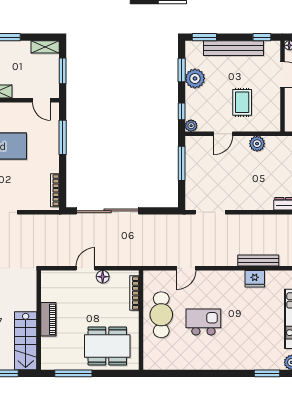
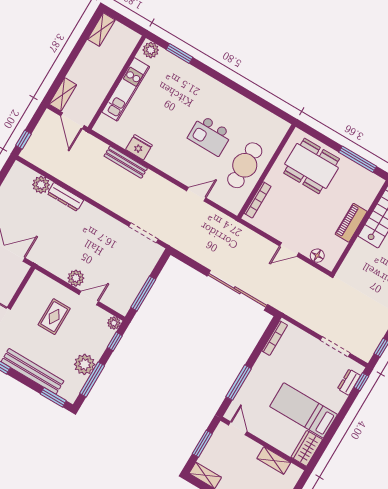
window: (182, 70) -> (92, 380), width x1.44
plant: (257, 144) -> (76, 278), moved
floor lamp: (103, 277) -> (317, 256), moved

